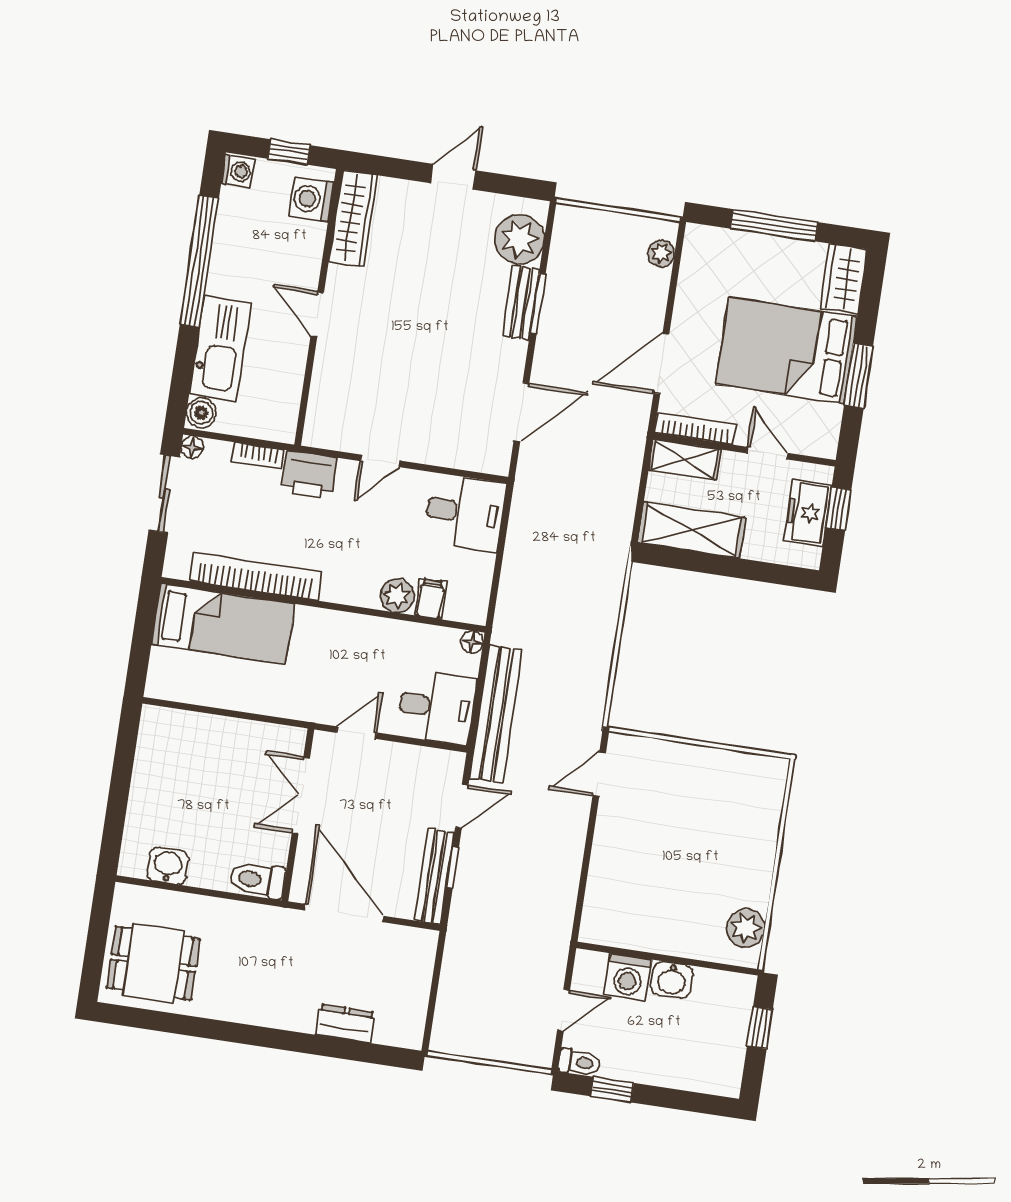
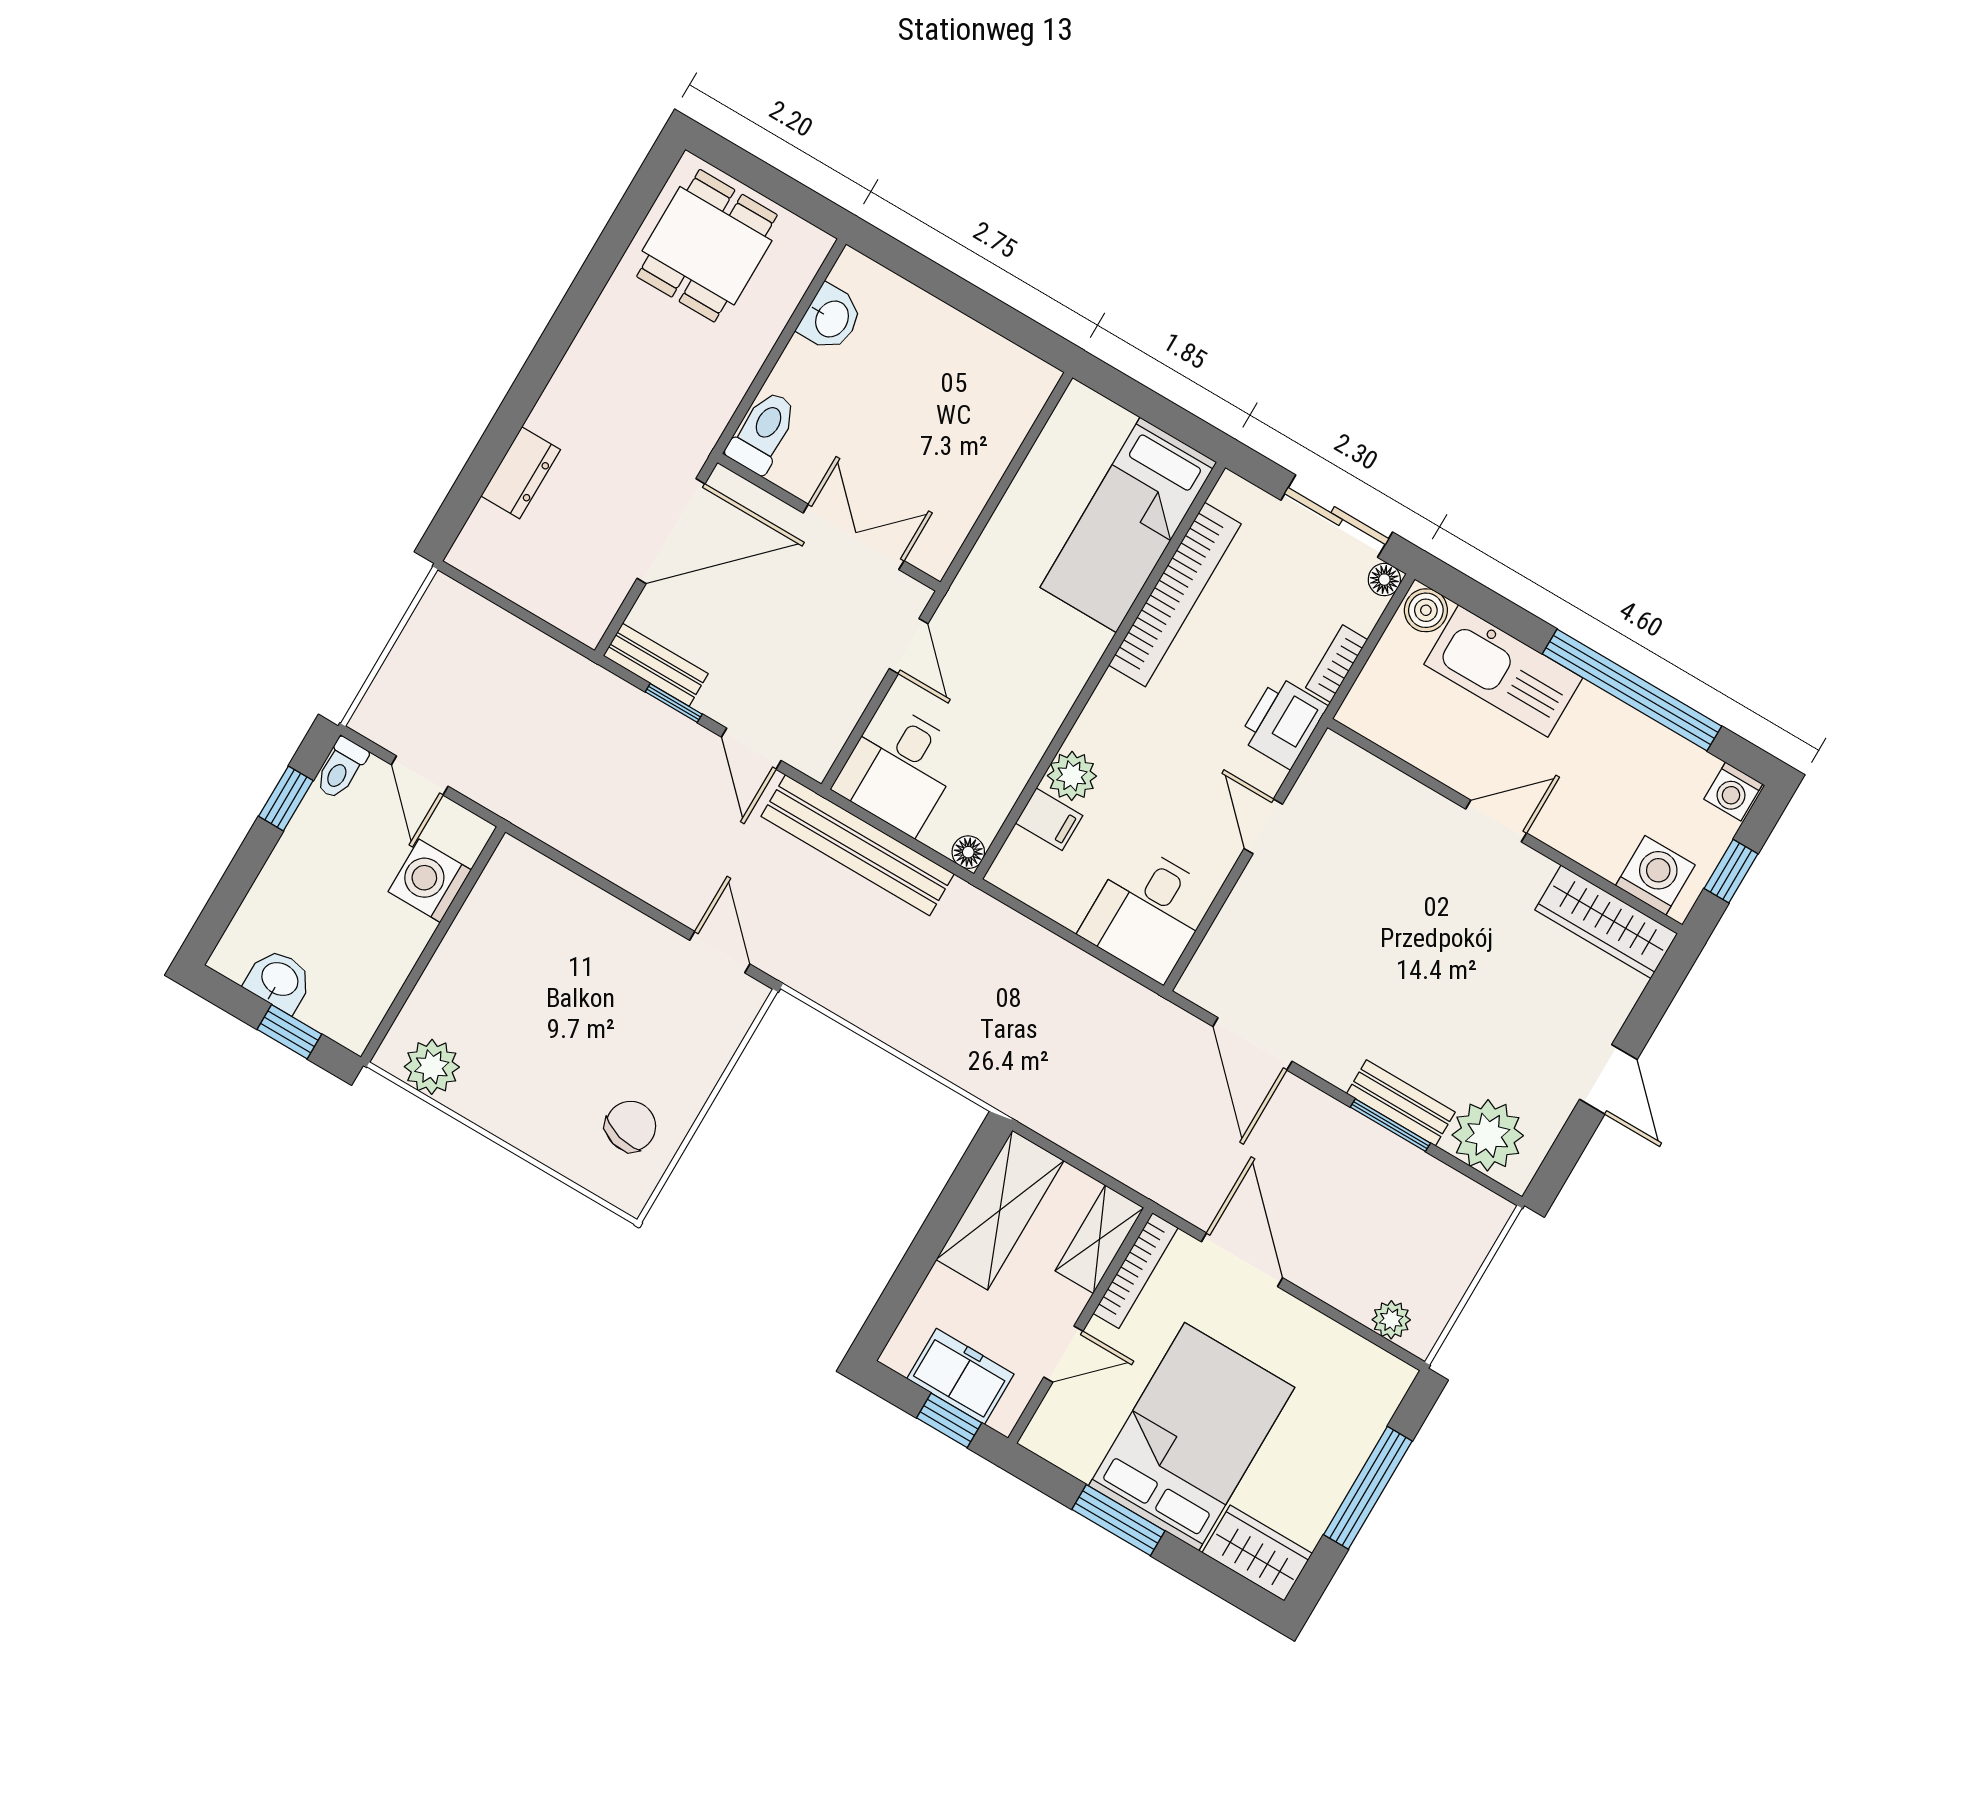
chair: (733, 787) -> (631, 1126), added
bench: (435, 876) -> (656, 665), width x0.73
washbasin: (672, 980) -> (279, 980), moved, turned 90

